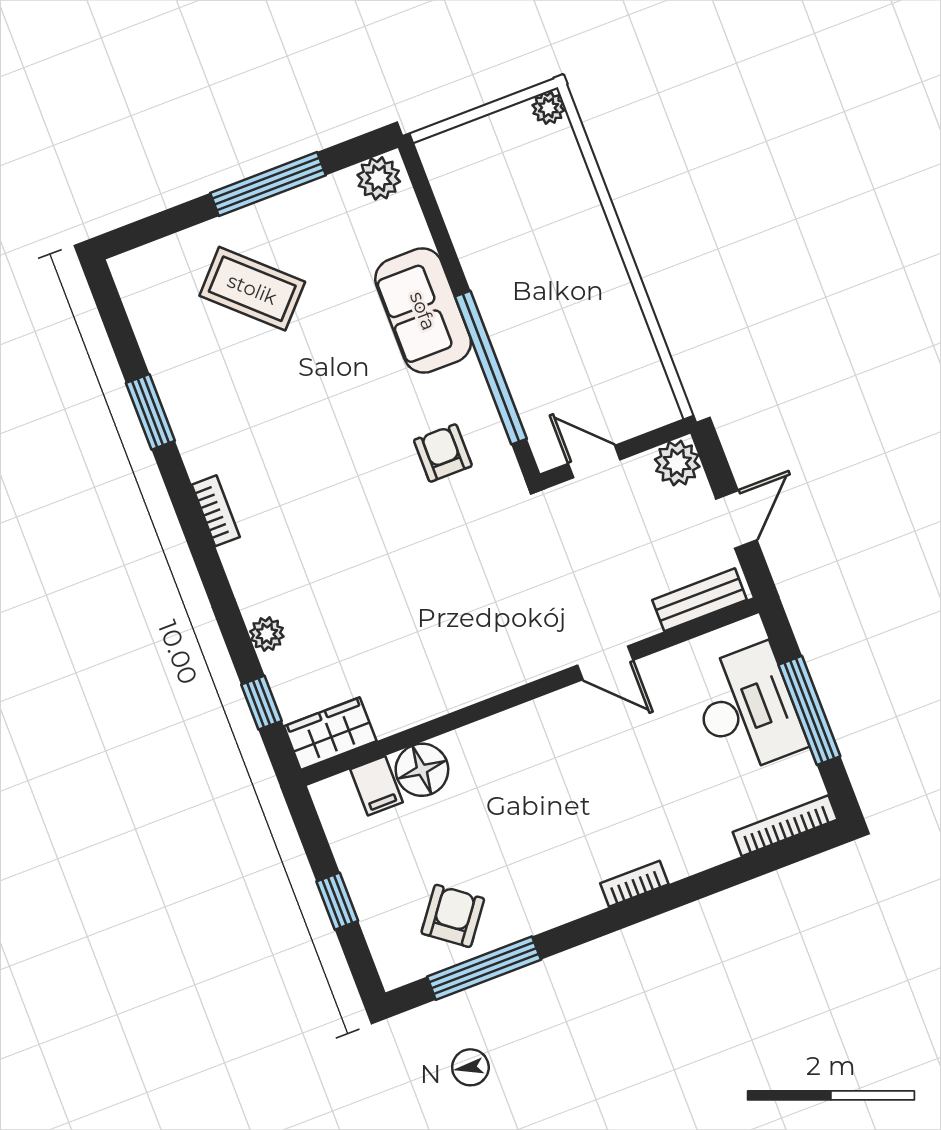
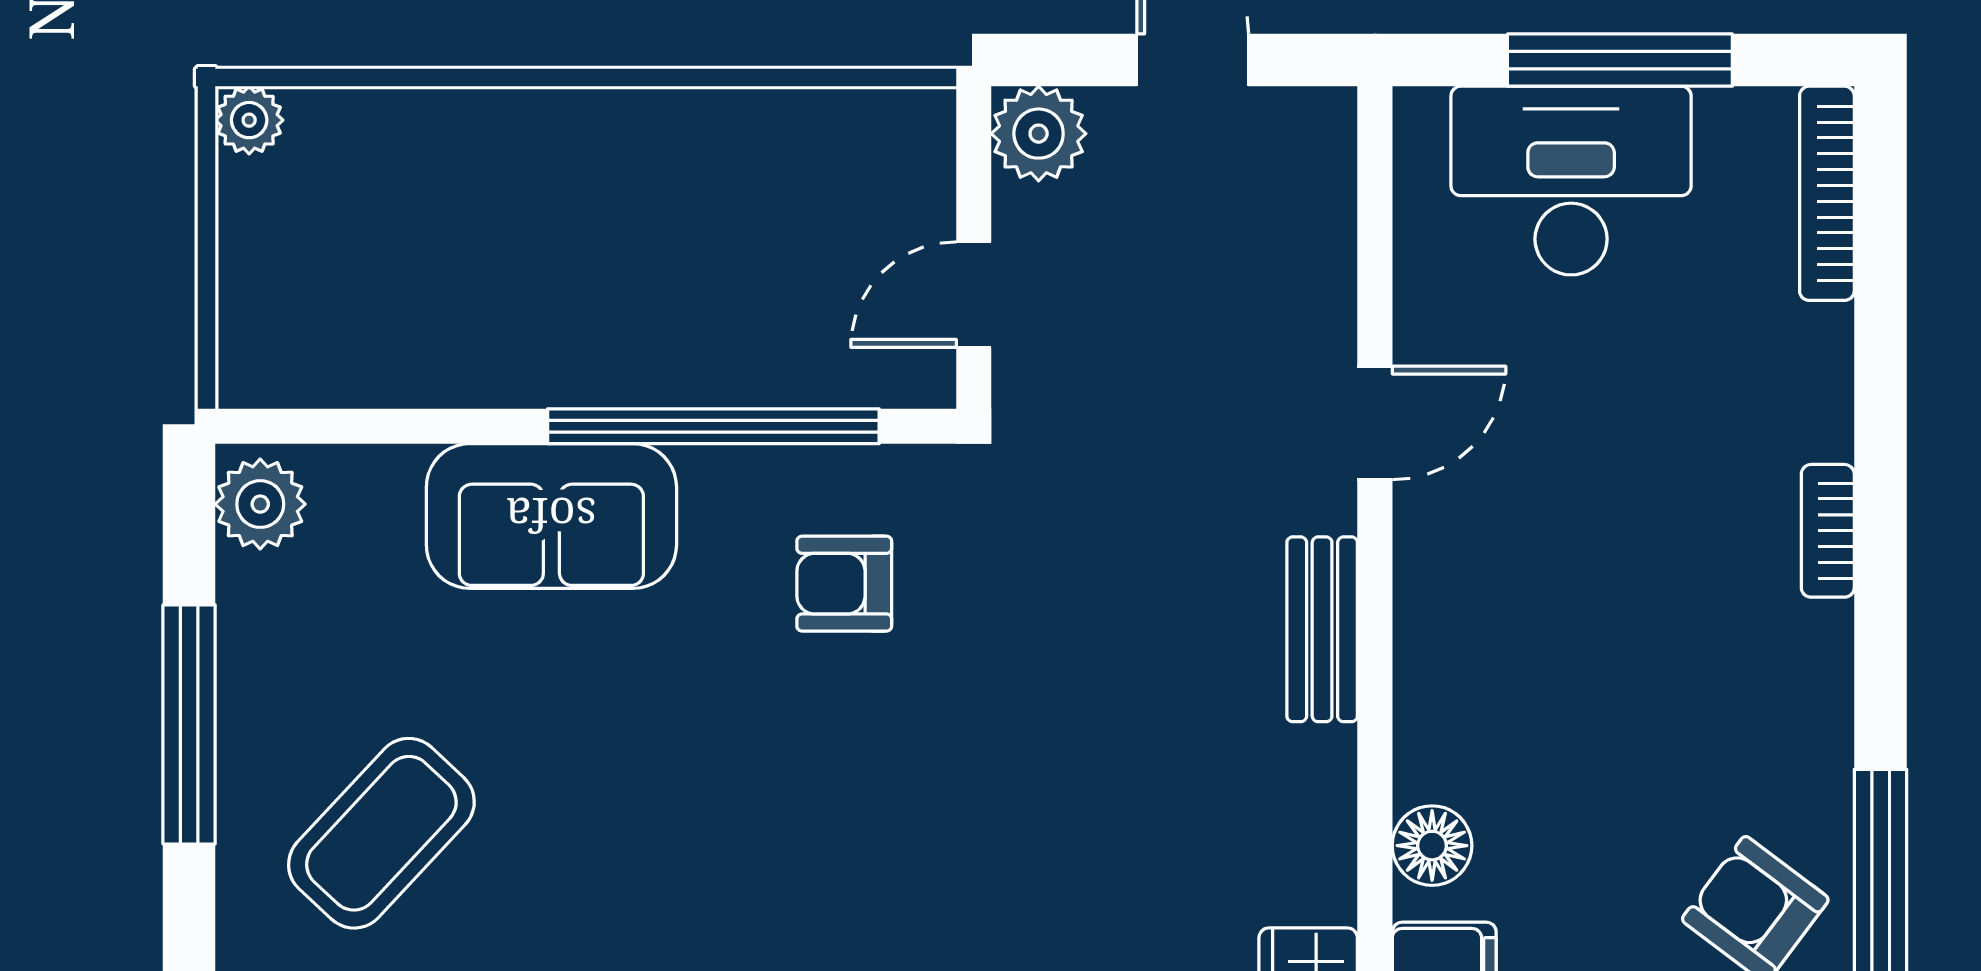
bench: (700, 600) -> (1322, 629), moved
floor lamp: (422, 770) -> (1432, 846), width x0.73, depth x0.73

